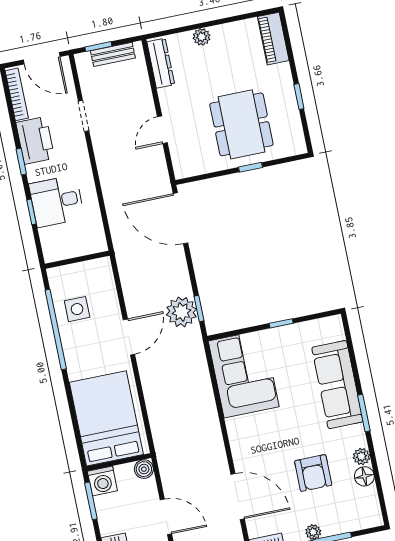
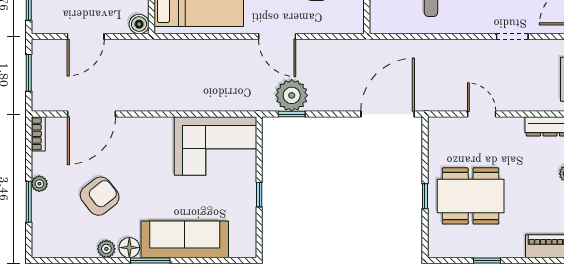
armchair: (313, 473) -> (100, 196), turned 142
floor lamp: (364, 476) -> (129, 248), moved

